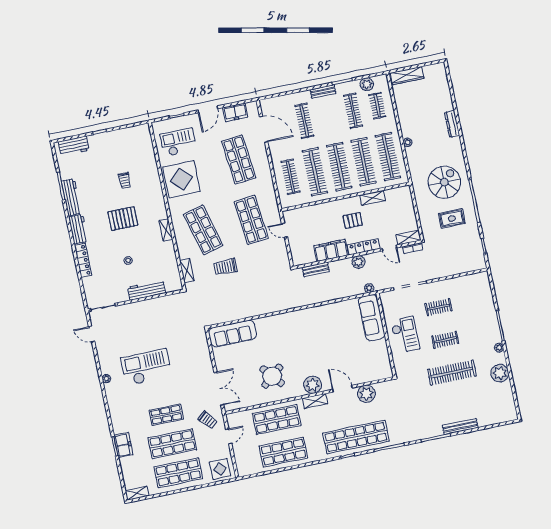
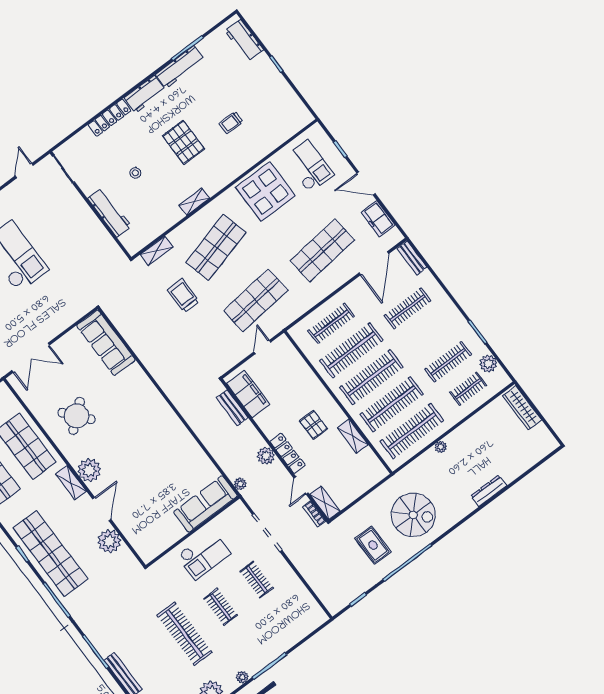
bench: (323, 91) -> (412, 258), moved
filing cabinet: (331, 250) -> (248, 394), moved

